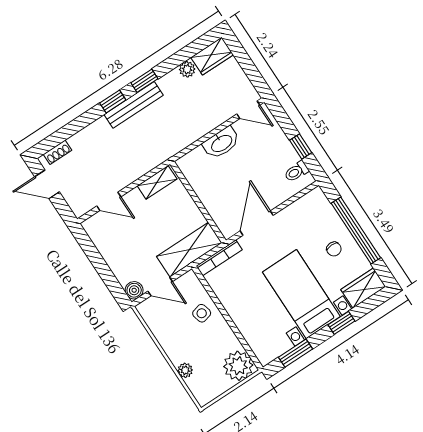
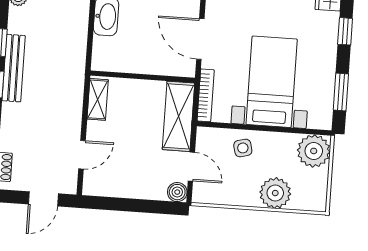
door: (47, 184) -> (43, 199), moved
door: (160, 286) -> (191, 167), hinge flipped
bed with nightstands: (301, 294) -> (272, 82), moved, turned 90
plant: (185, 370) -> (275, 193), width x1.88, depth x1.88

